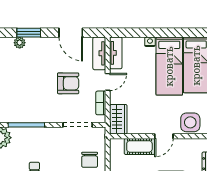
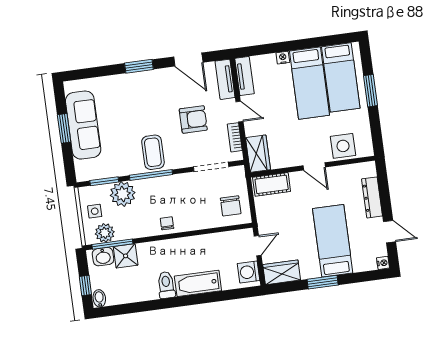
plant: (20, 43) -> (130, 79), removed
door: (108, 82) -> (239, 112), hinge flipped
coffee table: (31, 106) -> (153, 152), added
door: (164, 136) -> (314, 166), hinge flipped
cot: (139, 146) -> (272, 184), moved

